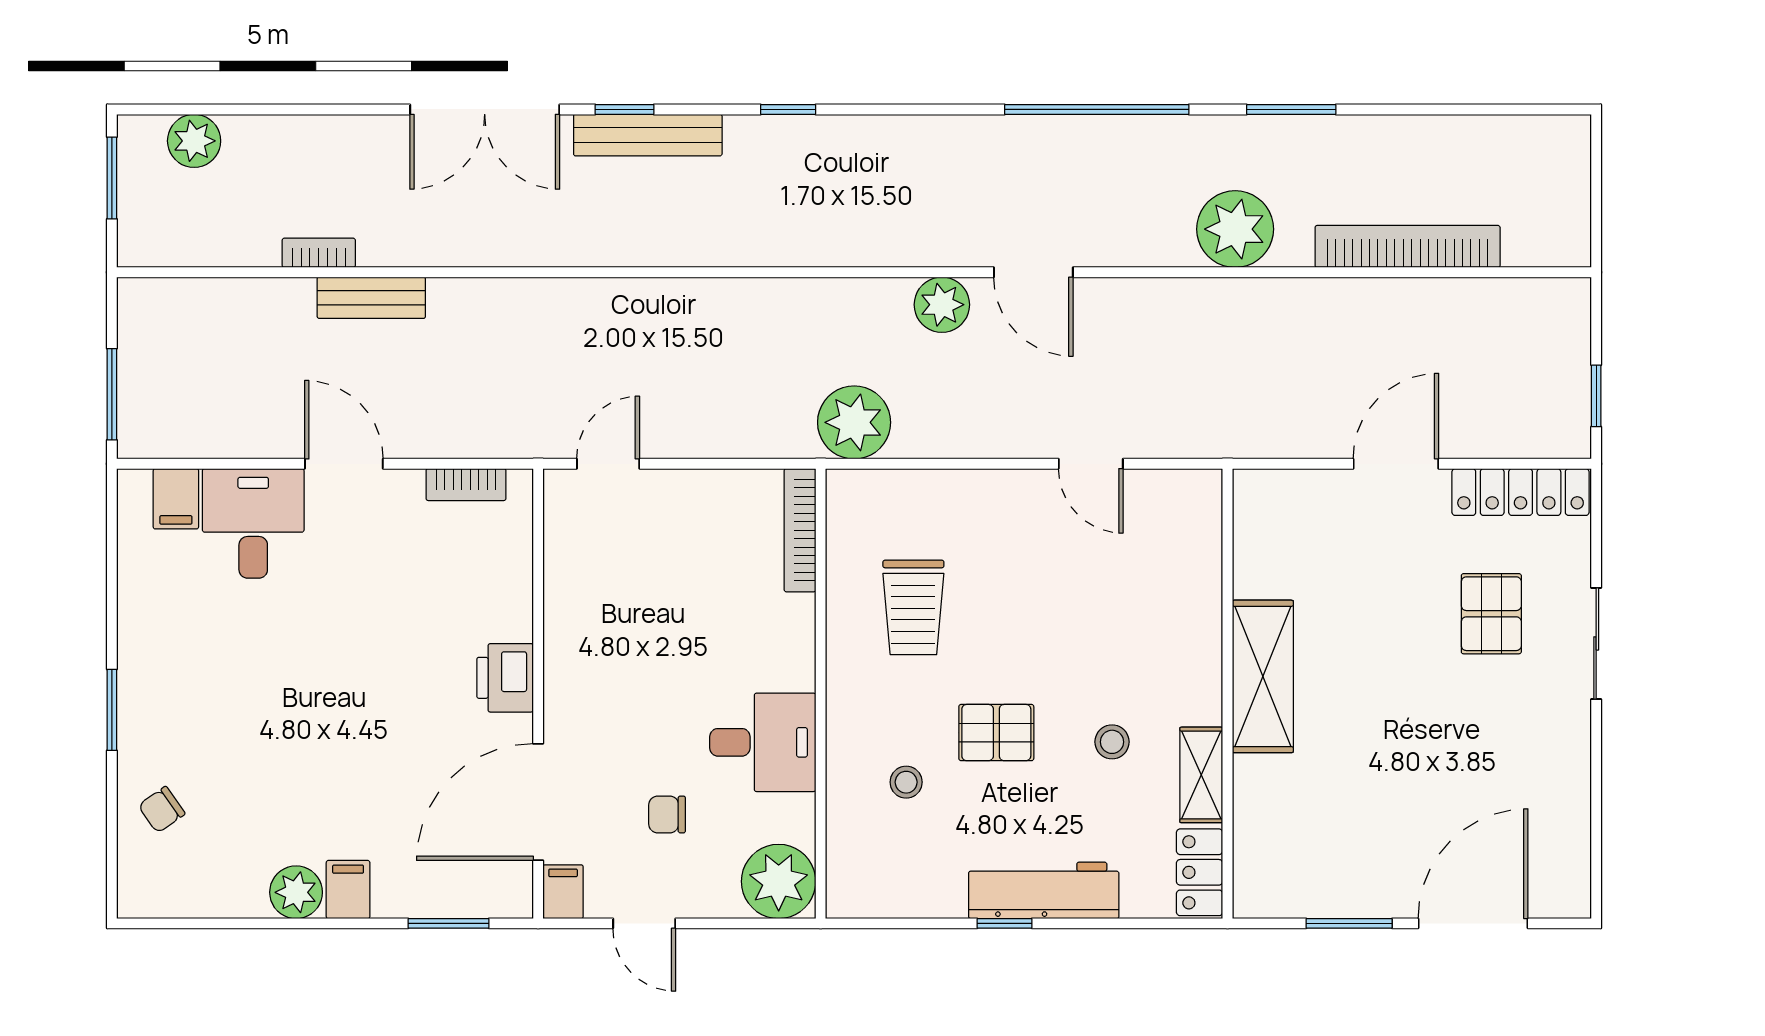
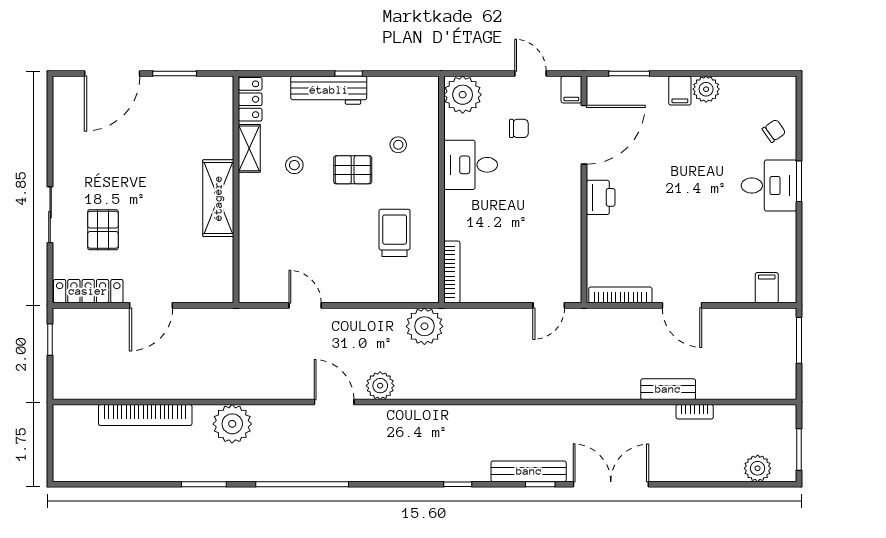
bookcase: (466, 485) -> (620, 295), width x1.56
desk: (253, 523) -> (769, 186), moved, turned -90

